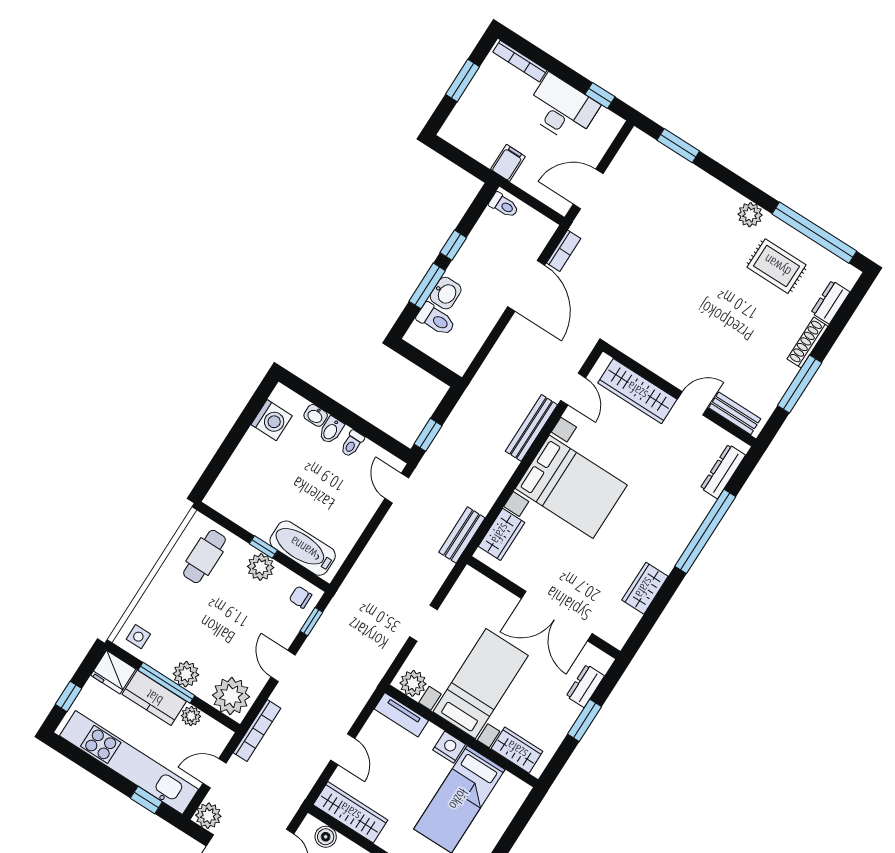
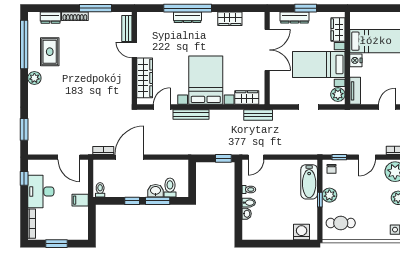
washing machine: (272, 420) -> (302, 232), moved
dresser: (723, 472) -> (187, 17), moved
dresser: (585, 686) -> (295, 17), width x1.44

